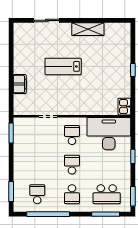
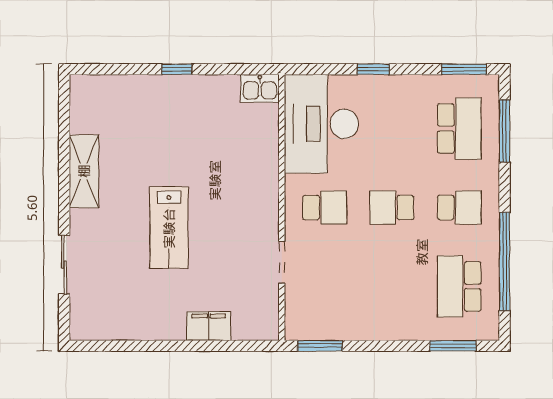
school desk: (72, 135) -> (325, 208), turned 180
school desk: (37, 194) -> (459, 286), width x1.85

